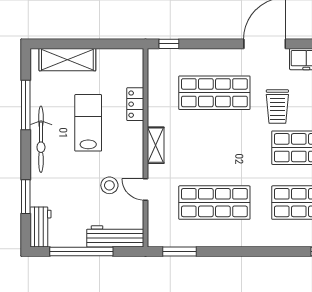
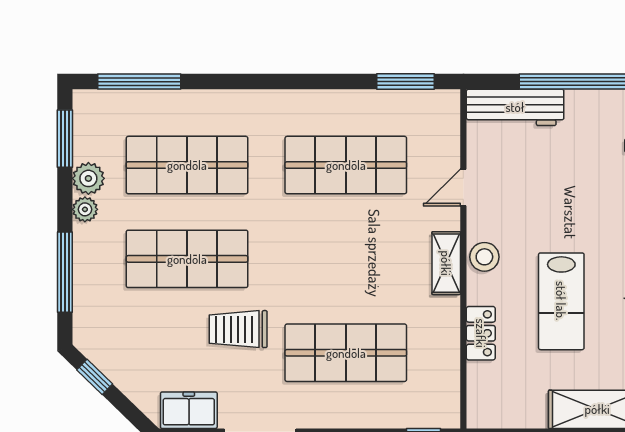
trolley: (277, 107) -> (238, 329), turned -90
stool: (109, 185) -> (484, 257), moved
door: (146, 189) -> (463, 188), swing flipped

